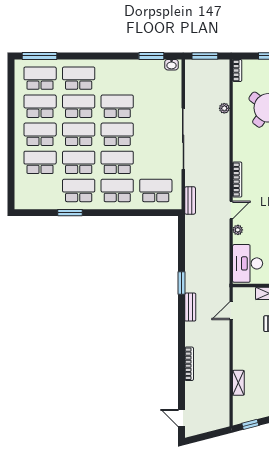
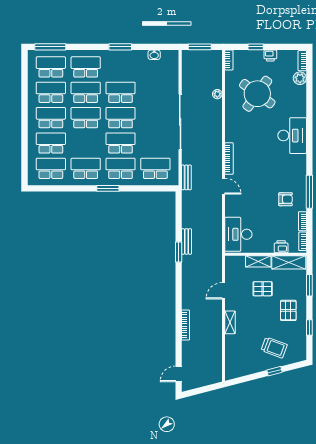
window: (151, 56) -> (120, 47), moved
washbasin: (172, 65) -> (154, 55), moved
school desk: (79, 162) -> (51, 168), moved
door: (231, 210) -> (223, 186), hinge flipped
window: (70, 213) -> (108, 188), moved
plant: (238, 230) -> (229, 204), removed
bench: (190, 307) -> (186, 241), moved
door: (231, 311) -> (223, 291), moved
shelving: (238, 383) -> (230, 322), moved
door: (181, 418) -> (179, 374), hinge flipped
window: (250, 424) -> (241, 380), removed

